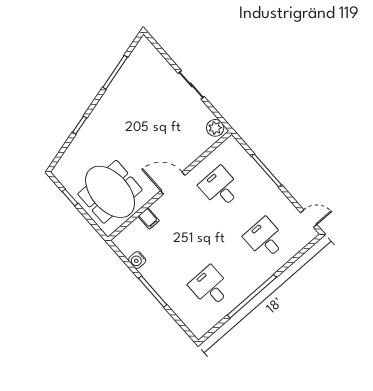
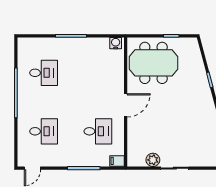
plant: (215, 128) -> (153, 160), moved
filing cabinet: (149, 218) -> (117, 161), moved
water cooler: (137, 260) -> (116, 43), moved

